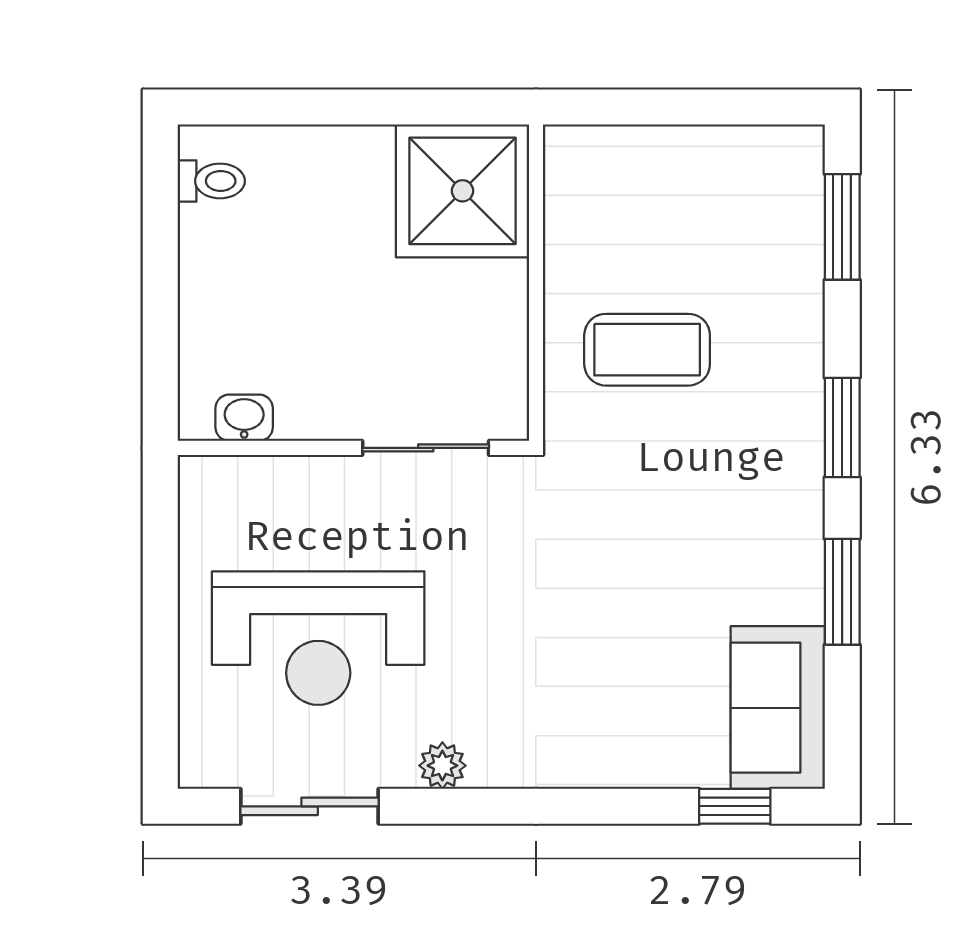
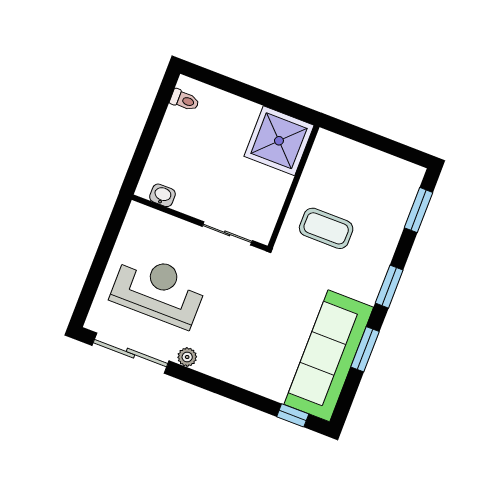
reception desk: (318, 638) -> (158, 290), turned 180
sofa: (778, 708) -> (329, 356), width x1.85, depth x1.27
sliding door: (310, 806) -> (131, 353), width x1.37

